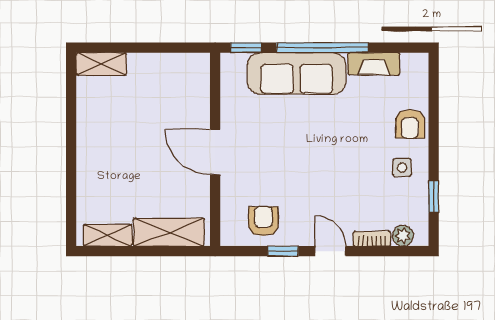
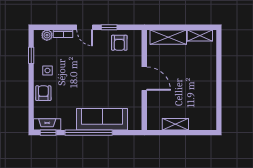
window: (246, 48) -> (48, 133), moved
shelving: (101, 64) -> (175, 124), moved
fireplace: (374, 64) -> (47, 124), moved

